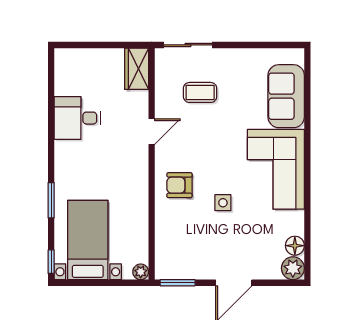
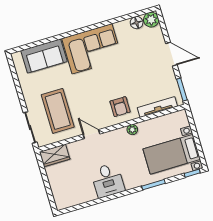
coffee table: (200, 92) -> (58, 111), width x1.86, depth x1.72
desk: (77, 118) -> (108, 180), moved
side table: (223, 203) -> (123, 76), removed
tv unit: (163, 240) -> (157, 107), added
plant: (141, 272) -> (132, 130), moved

